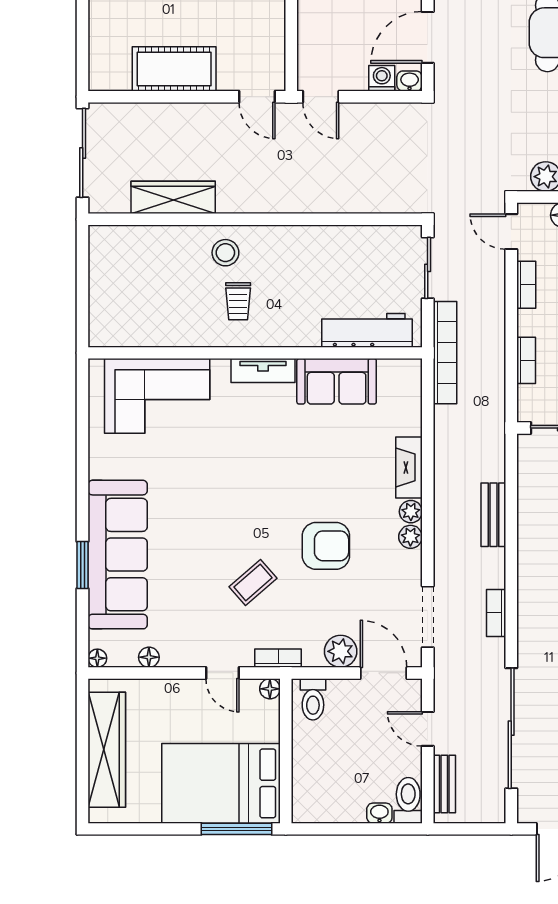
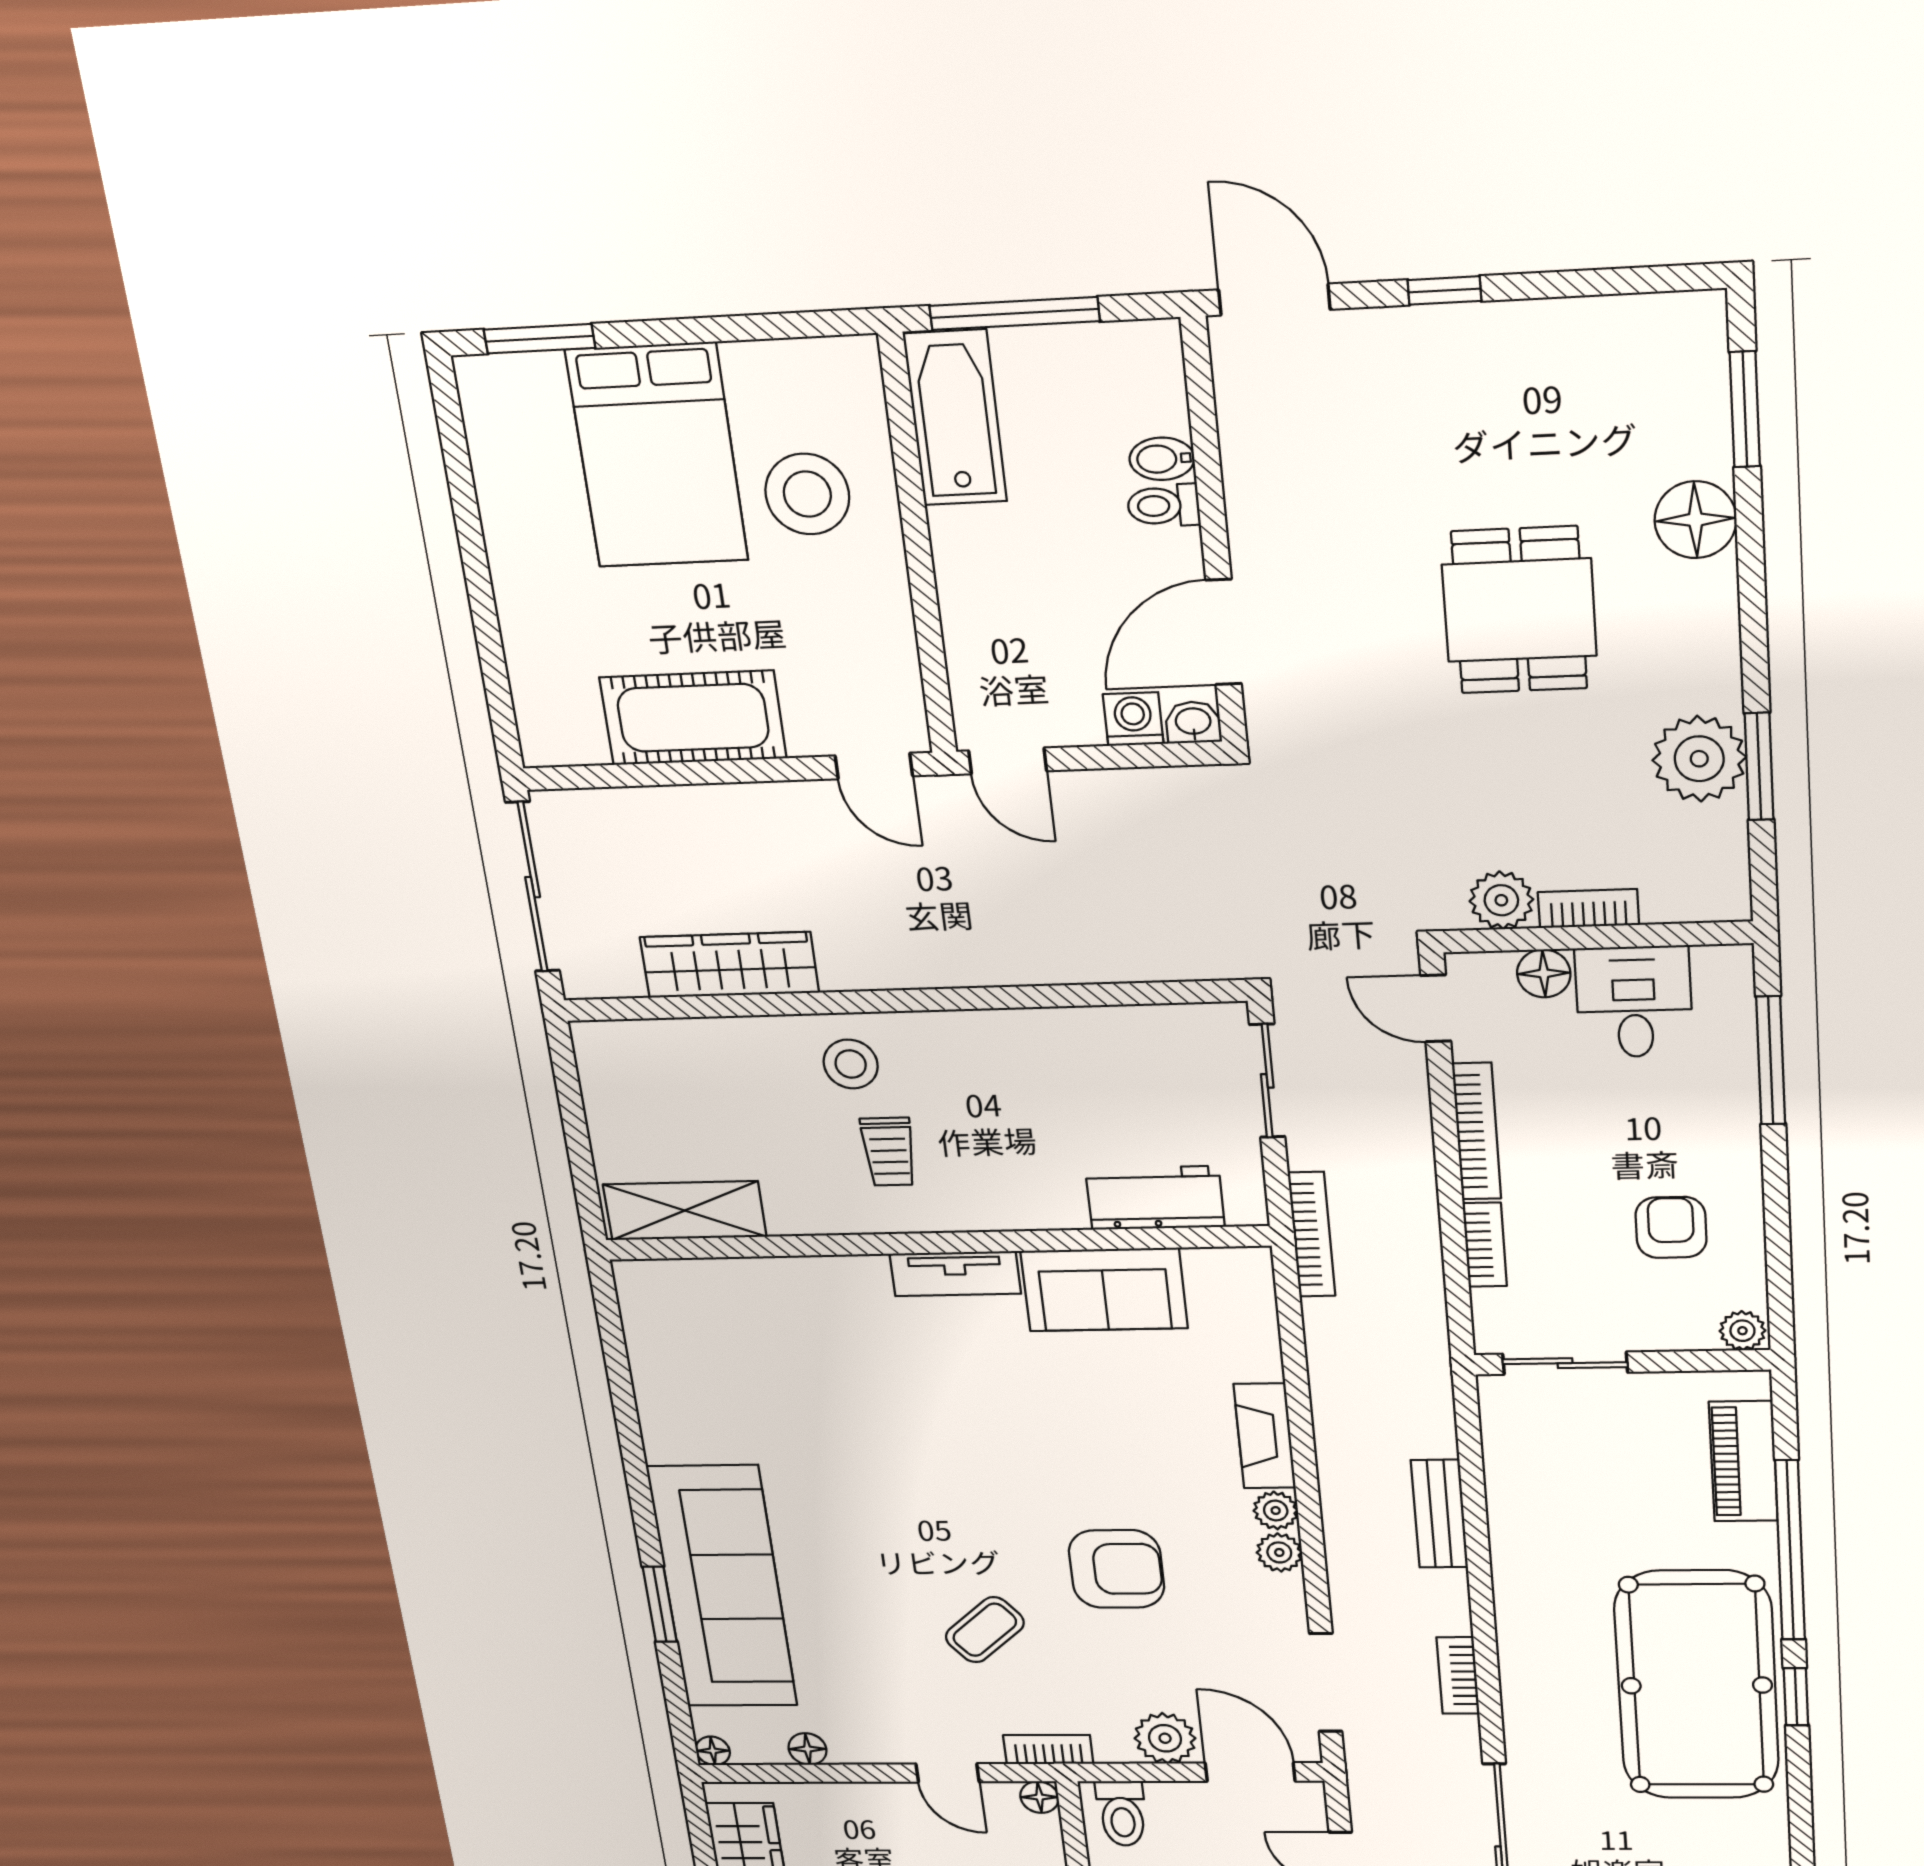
bookcase: (526, 285) -> (1477, 1131), width x1.56
workbench: (367, 330) -> (1155, 1198), width x0.73
shelving: (131, 332) -> (685, 1211), added
bookcase: (445, 353) -> (1312, 1234), width x0.68, depth x0.76
corner sofa: (157, 396) -> (754, 1322), removed

